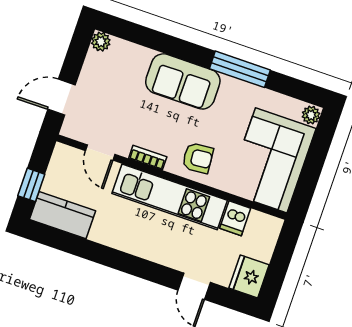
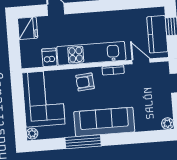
sofa: (183, 81) -> (104, 122), width x1.36
kitchen counter: (62, 215) -> (157, 34), moved, turned 90

